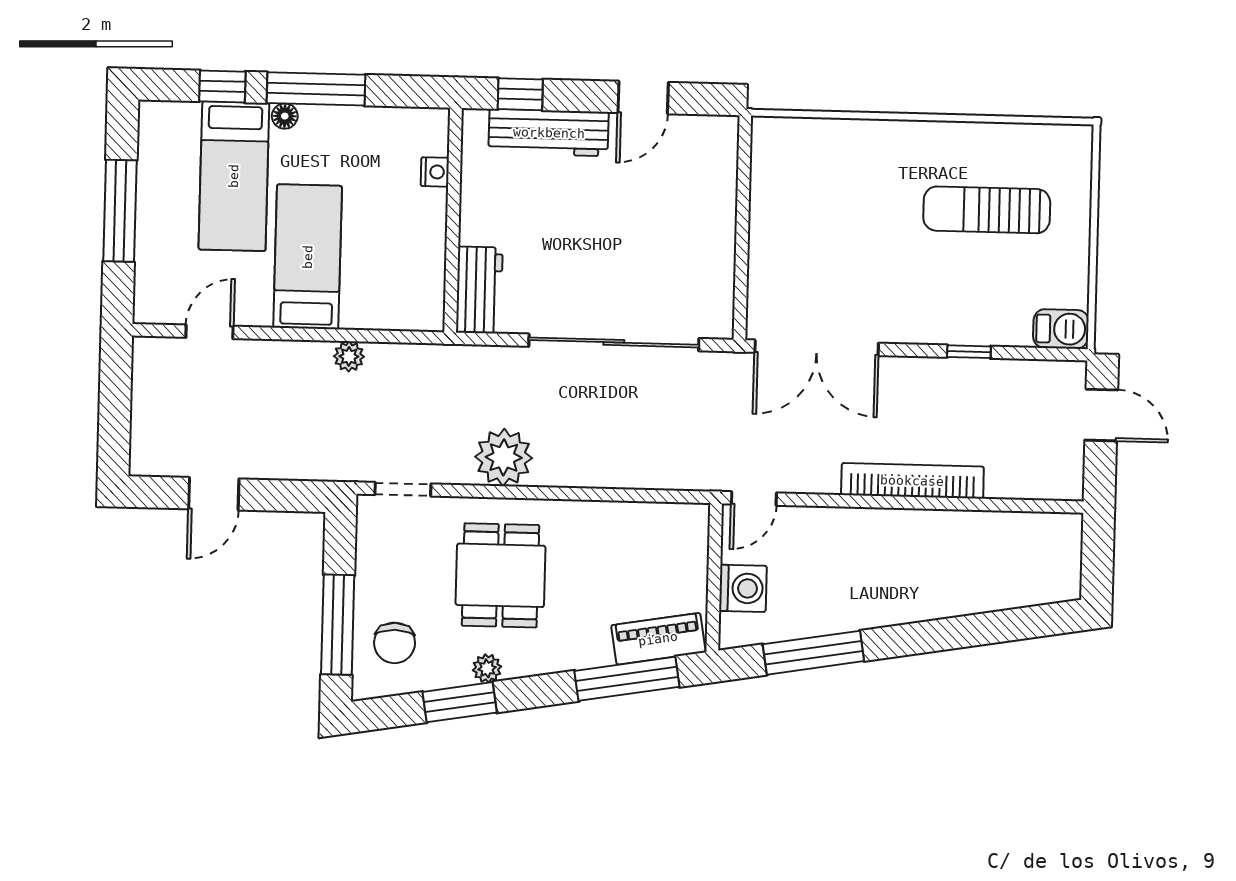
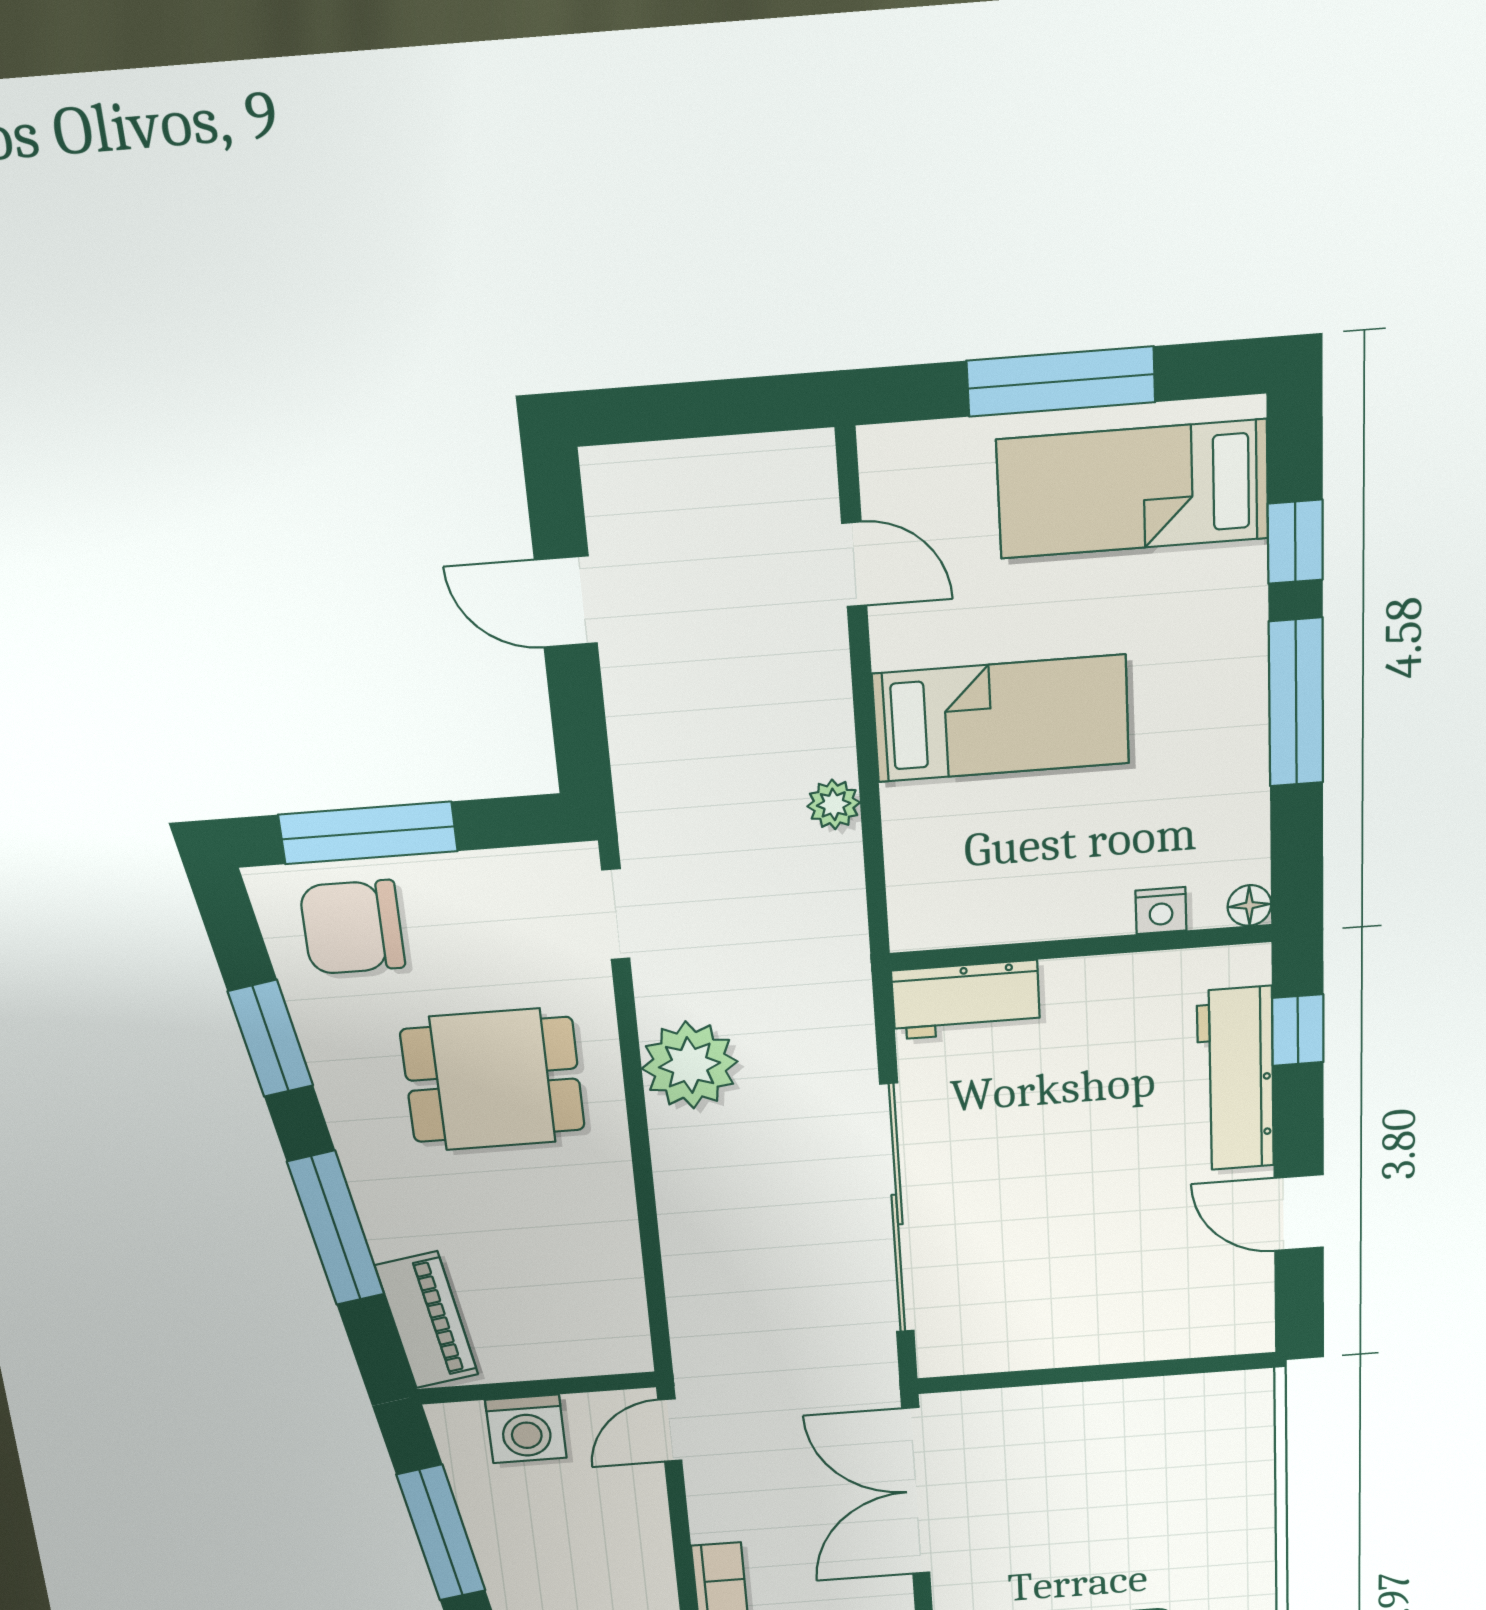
floor lamp: (285, 116) -> (1249, 905), moved
bed: (234, 176) -> (1133, 489), moved
door: (754, 498) -> (670, 1430), hinge flipped
chair: (395, 643) -> (352, 927), width x1.37, depth x1.37
plant: (487, 668) -> (335, 1075), removed
window: (627, 679) -> (336, 1228), moved

